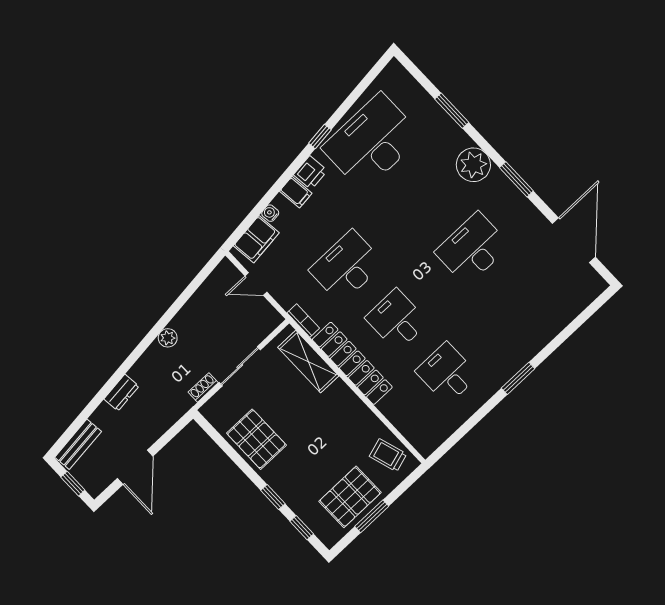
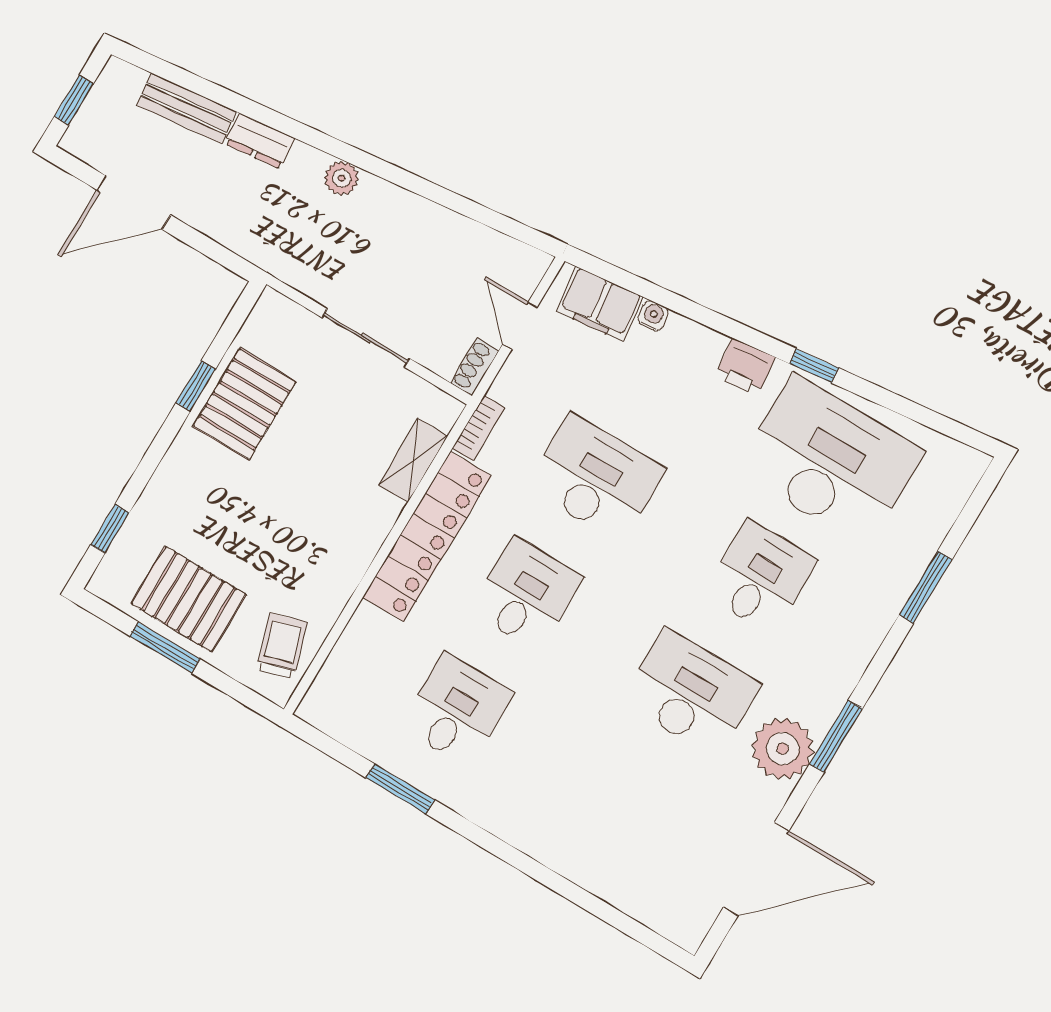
plant: (473, 165) -> (783, 749), moved
filing cabinet: (296, 192) -> (703, 351), removed
desk: (422, 195) -> (760, 577), added
plant: (168, 338) -> (341, 178), moved
shelving: (308, 362) -> (413, 460), width x0.67, depth x0.75
window: (518, 378) -> (400, 789), moved
shoe rack: (203, 387) -> (475, 367), moved, turned -90
bench: (78, 444) -> (187, 108), moved
window: (273, 497) -> (196, 386), moved

